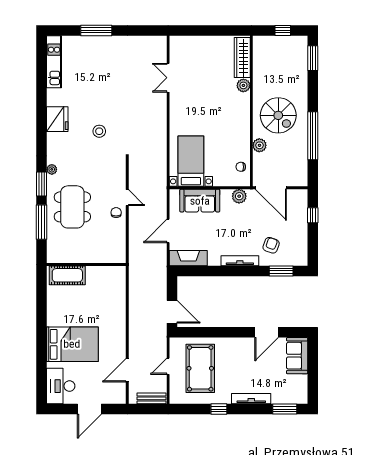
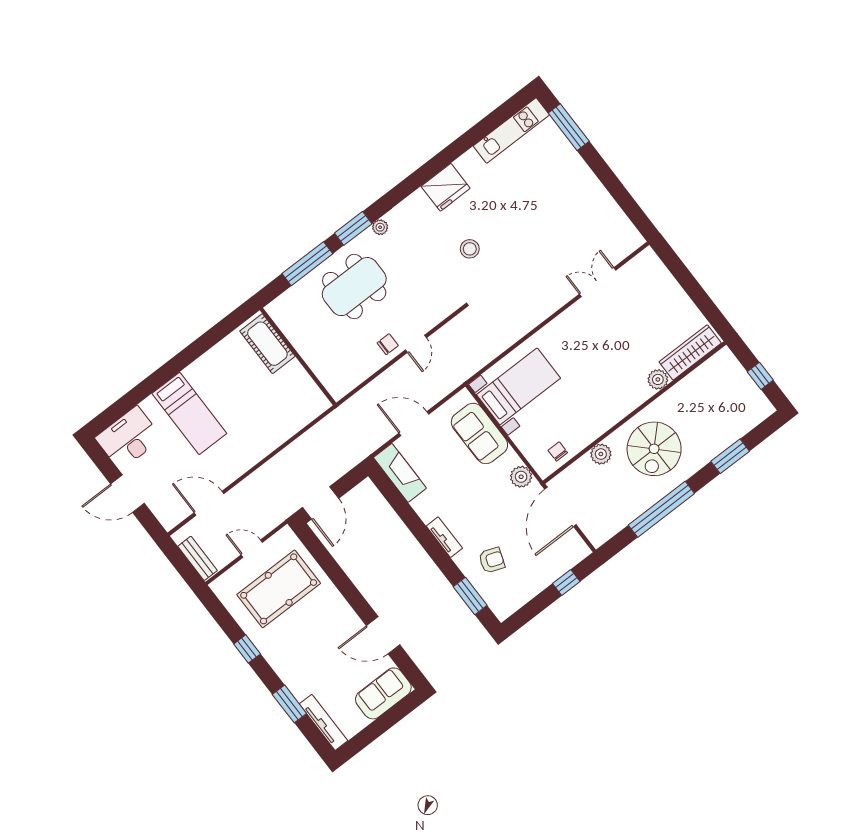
window: (96, 30) -> (569, 127), moved
window: (313, 58) -> (730, 456), moved
tv unit: (240, 261) -> (444, 537), width x0.71
bed: (72, 344) -> (189, 413), width x0.67
tv unit: (251, 399) -> (323, 722), moved
window: (285, 409) -> (289, 704), moved

